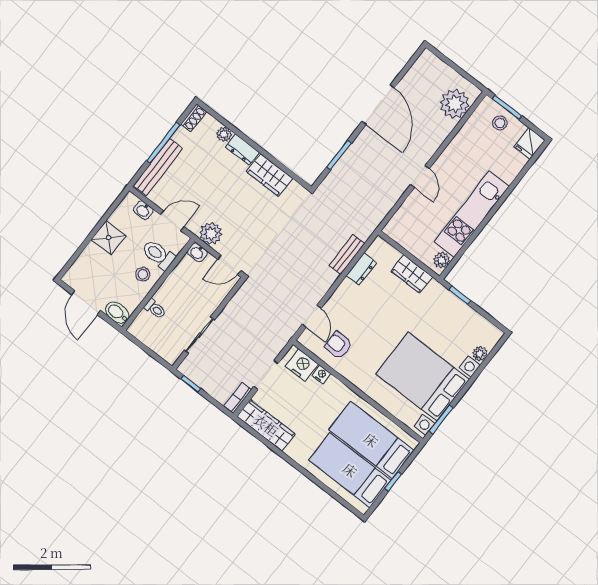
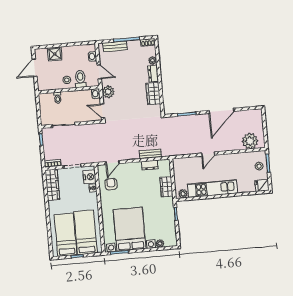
bench: (158, 167) -> (115, 46), width x0.73
shower: (108, 238) -> (55, 54), moved
bidet: (117, 313) -> (42, 84), removed

